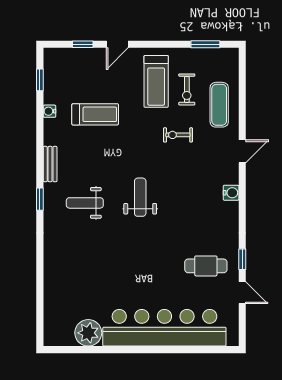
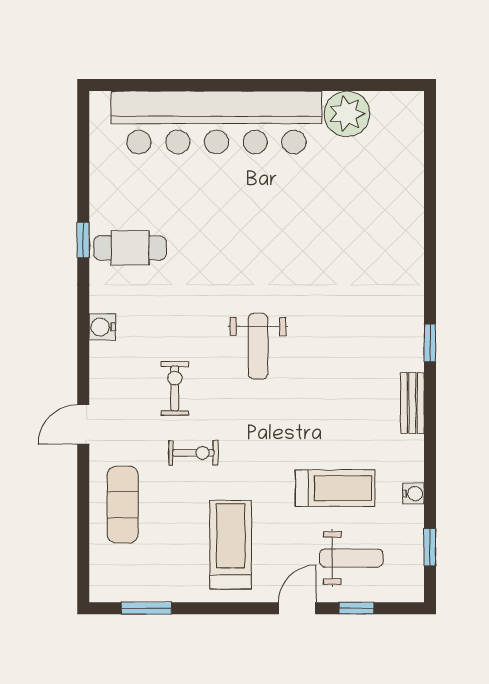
exercise bike: (187, 89) -> (175, 388), moved
treadmill: (95, 114) -> (335, 488), turned 180
water cooler: (231, 193) -> (102, 327), moved
weight bench: (85, 203) -> (351, 558), moved
cafe table: (206, 266) -> (130, 248), moved
door: (242, 293) -> (83, 183), removed

